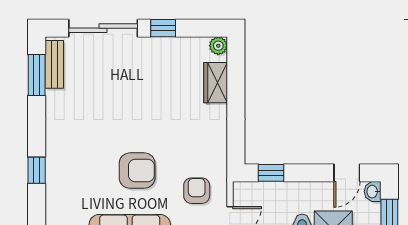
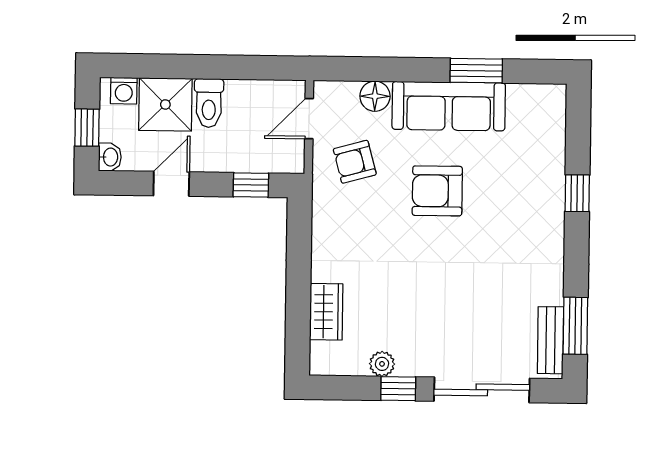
plant: (218, 46) -> (382, 364), moved
door: (347, 173) -> (171, 184), moved
armchair: (197, 191) -> (355, 162), turned 75

